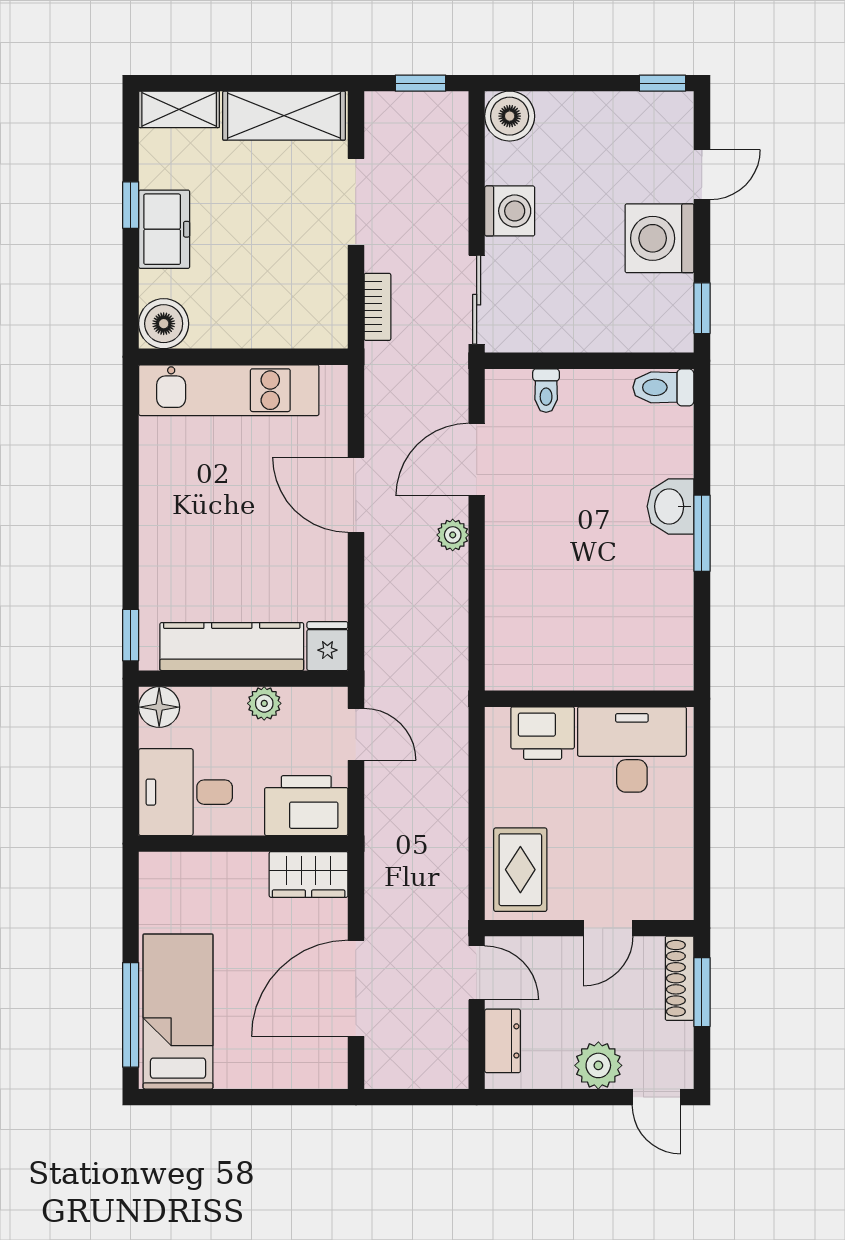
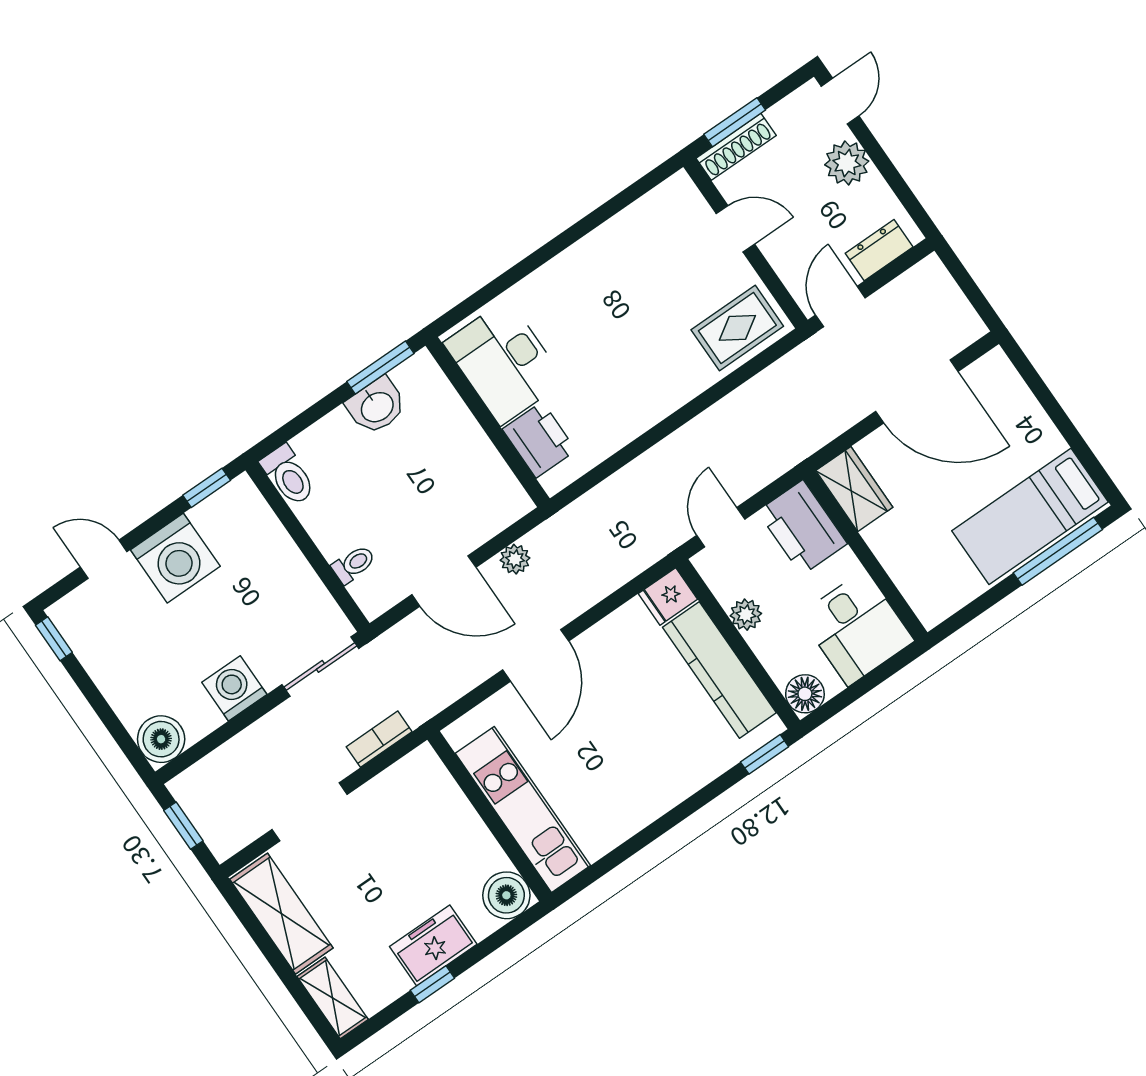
wall: (589, 699) -> (488, 422), moved
printer: (543, 733) -> (539, 440), moved
desk: (632, 749) -> (504, 362), moved

